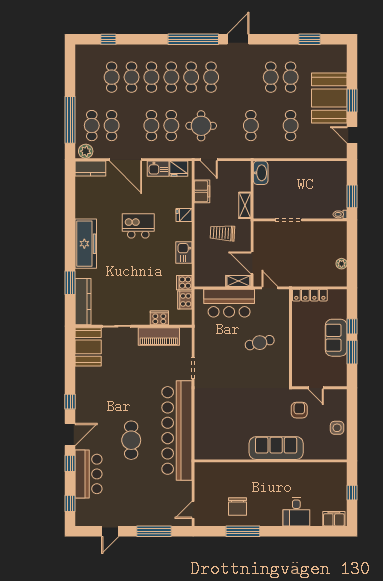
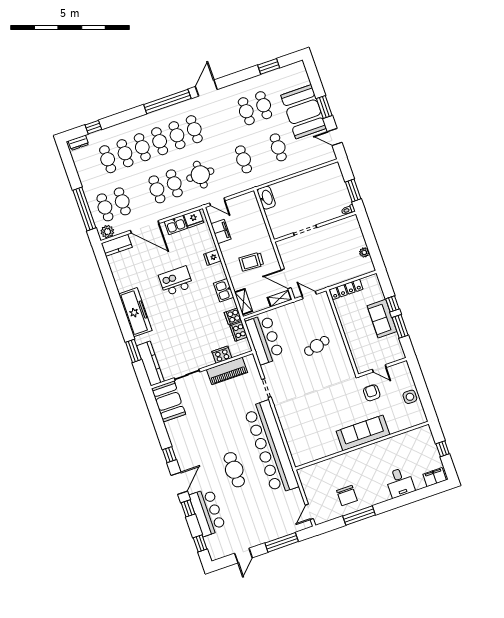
dresser: (88, 50) -> (78, 143), added
shelving: (245, 205) -> (244, 302), moved
bar counter: (229, 303) -> (264, 339), moved, turned -90

